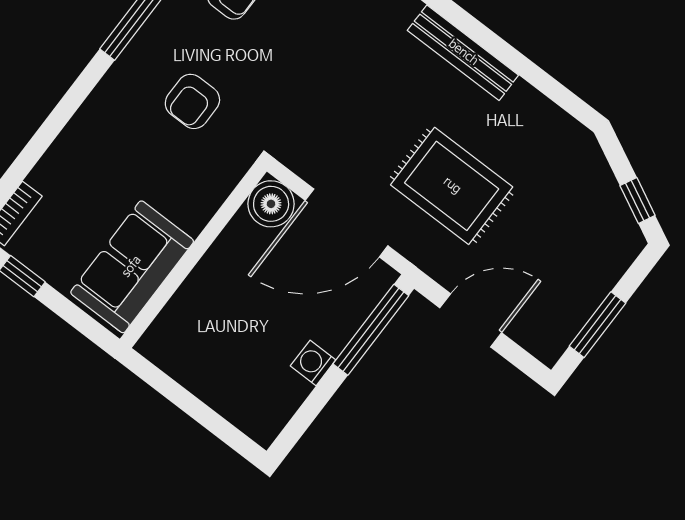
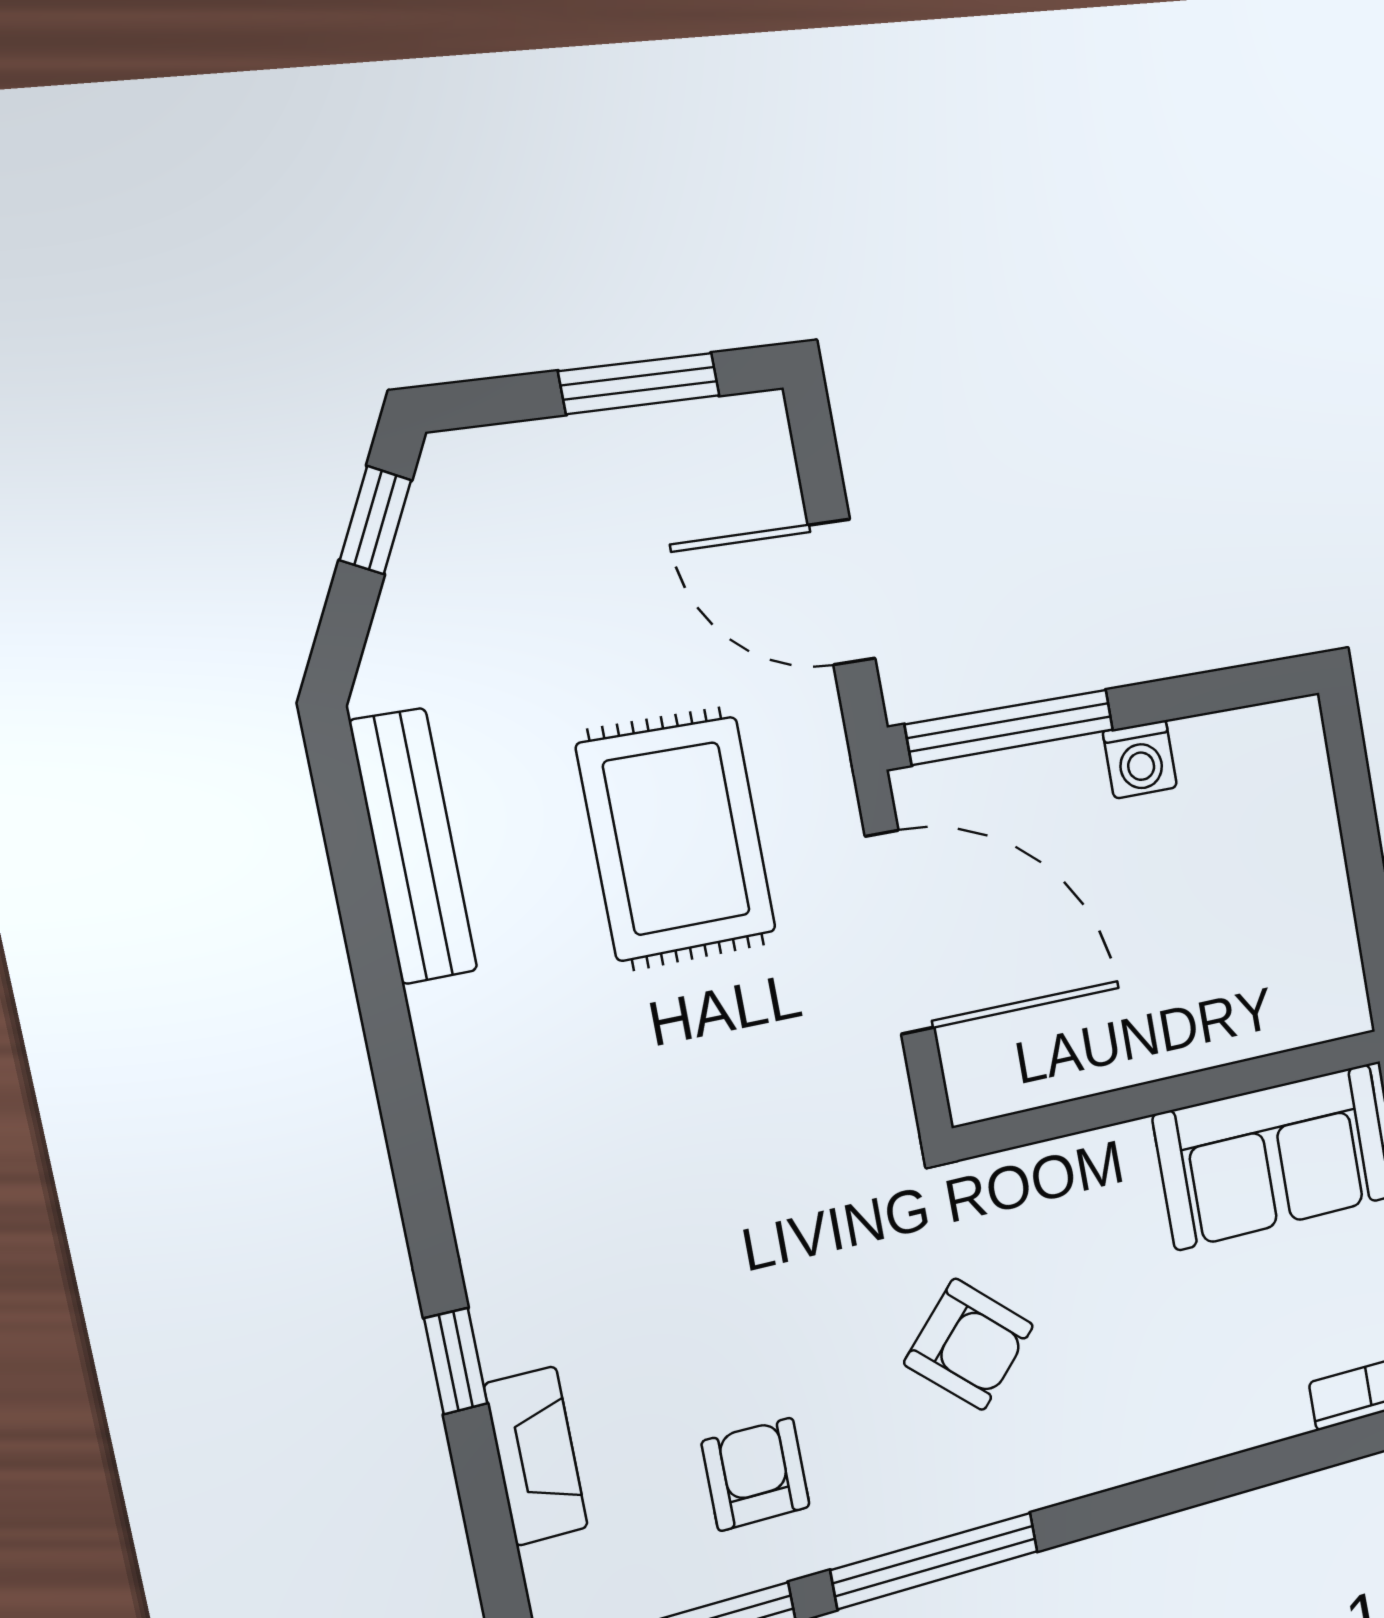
bench: (463, 53) -> (413, 846), moved
armchair: (192, 101) -> (969, 1344), turned 43
boiler: (271, 204) -> (989, 1070), removed

